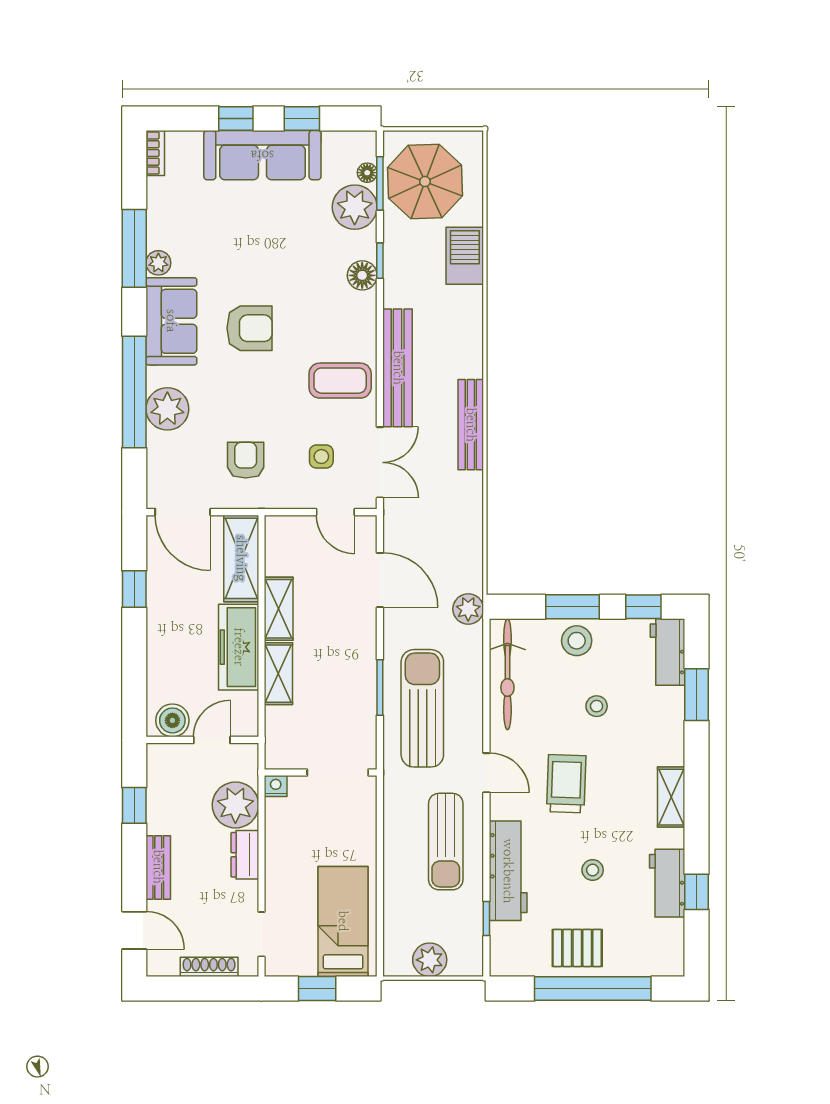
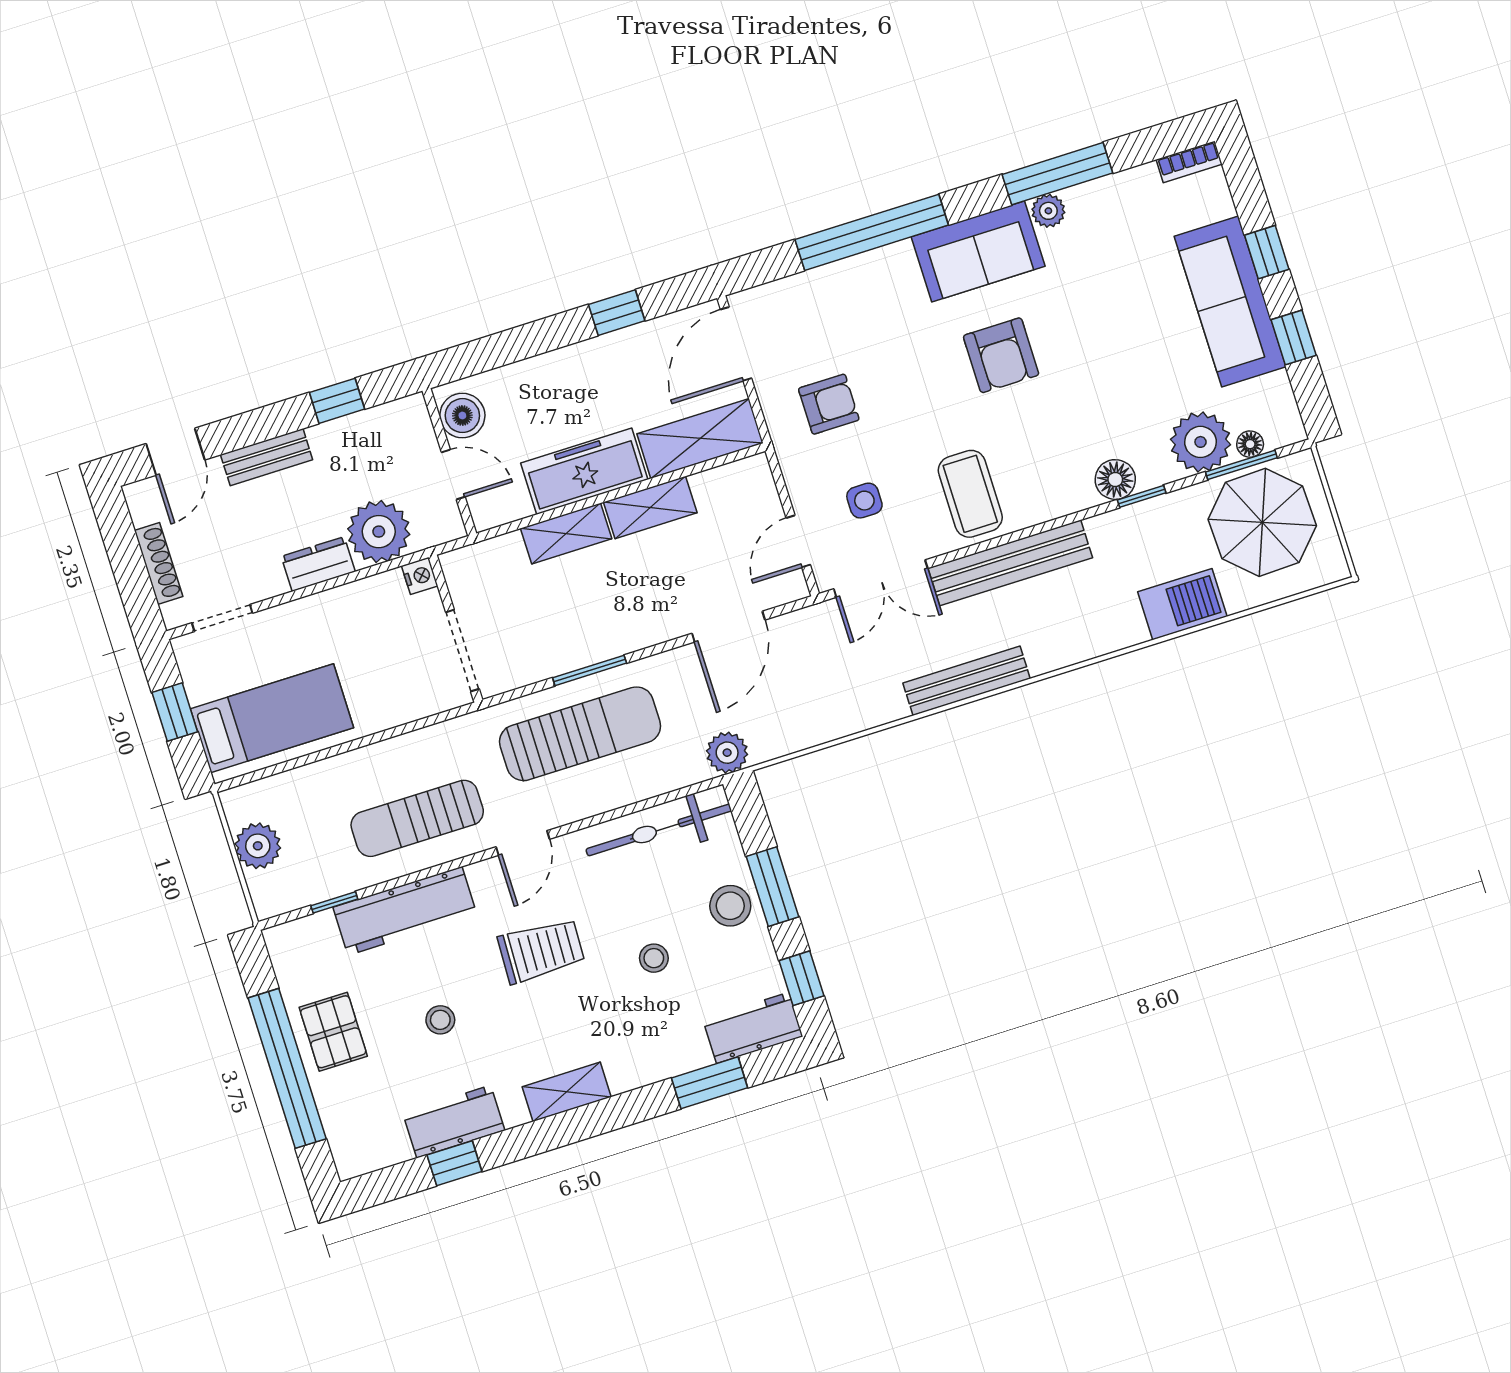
plant: (167, 409) -> (863, 282), removed

